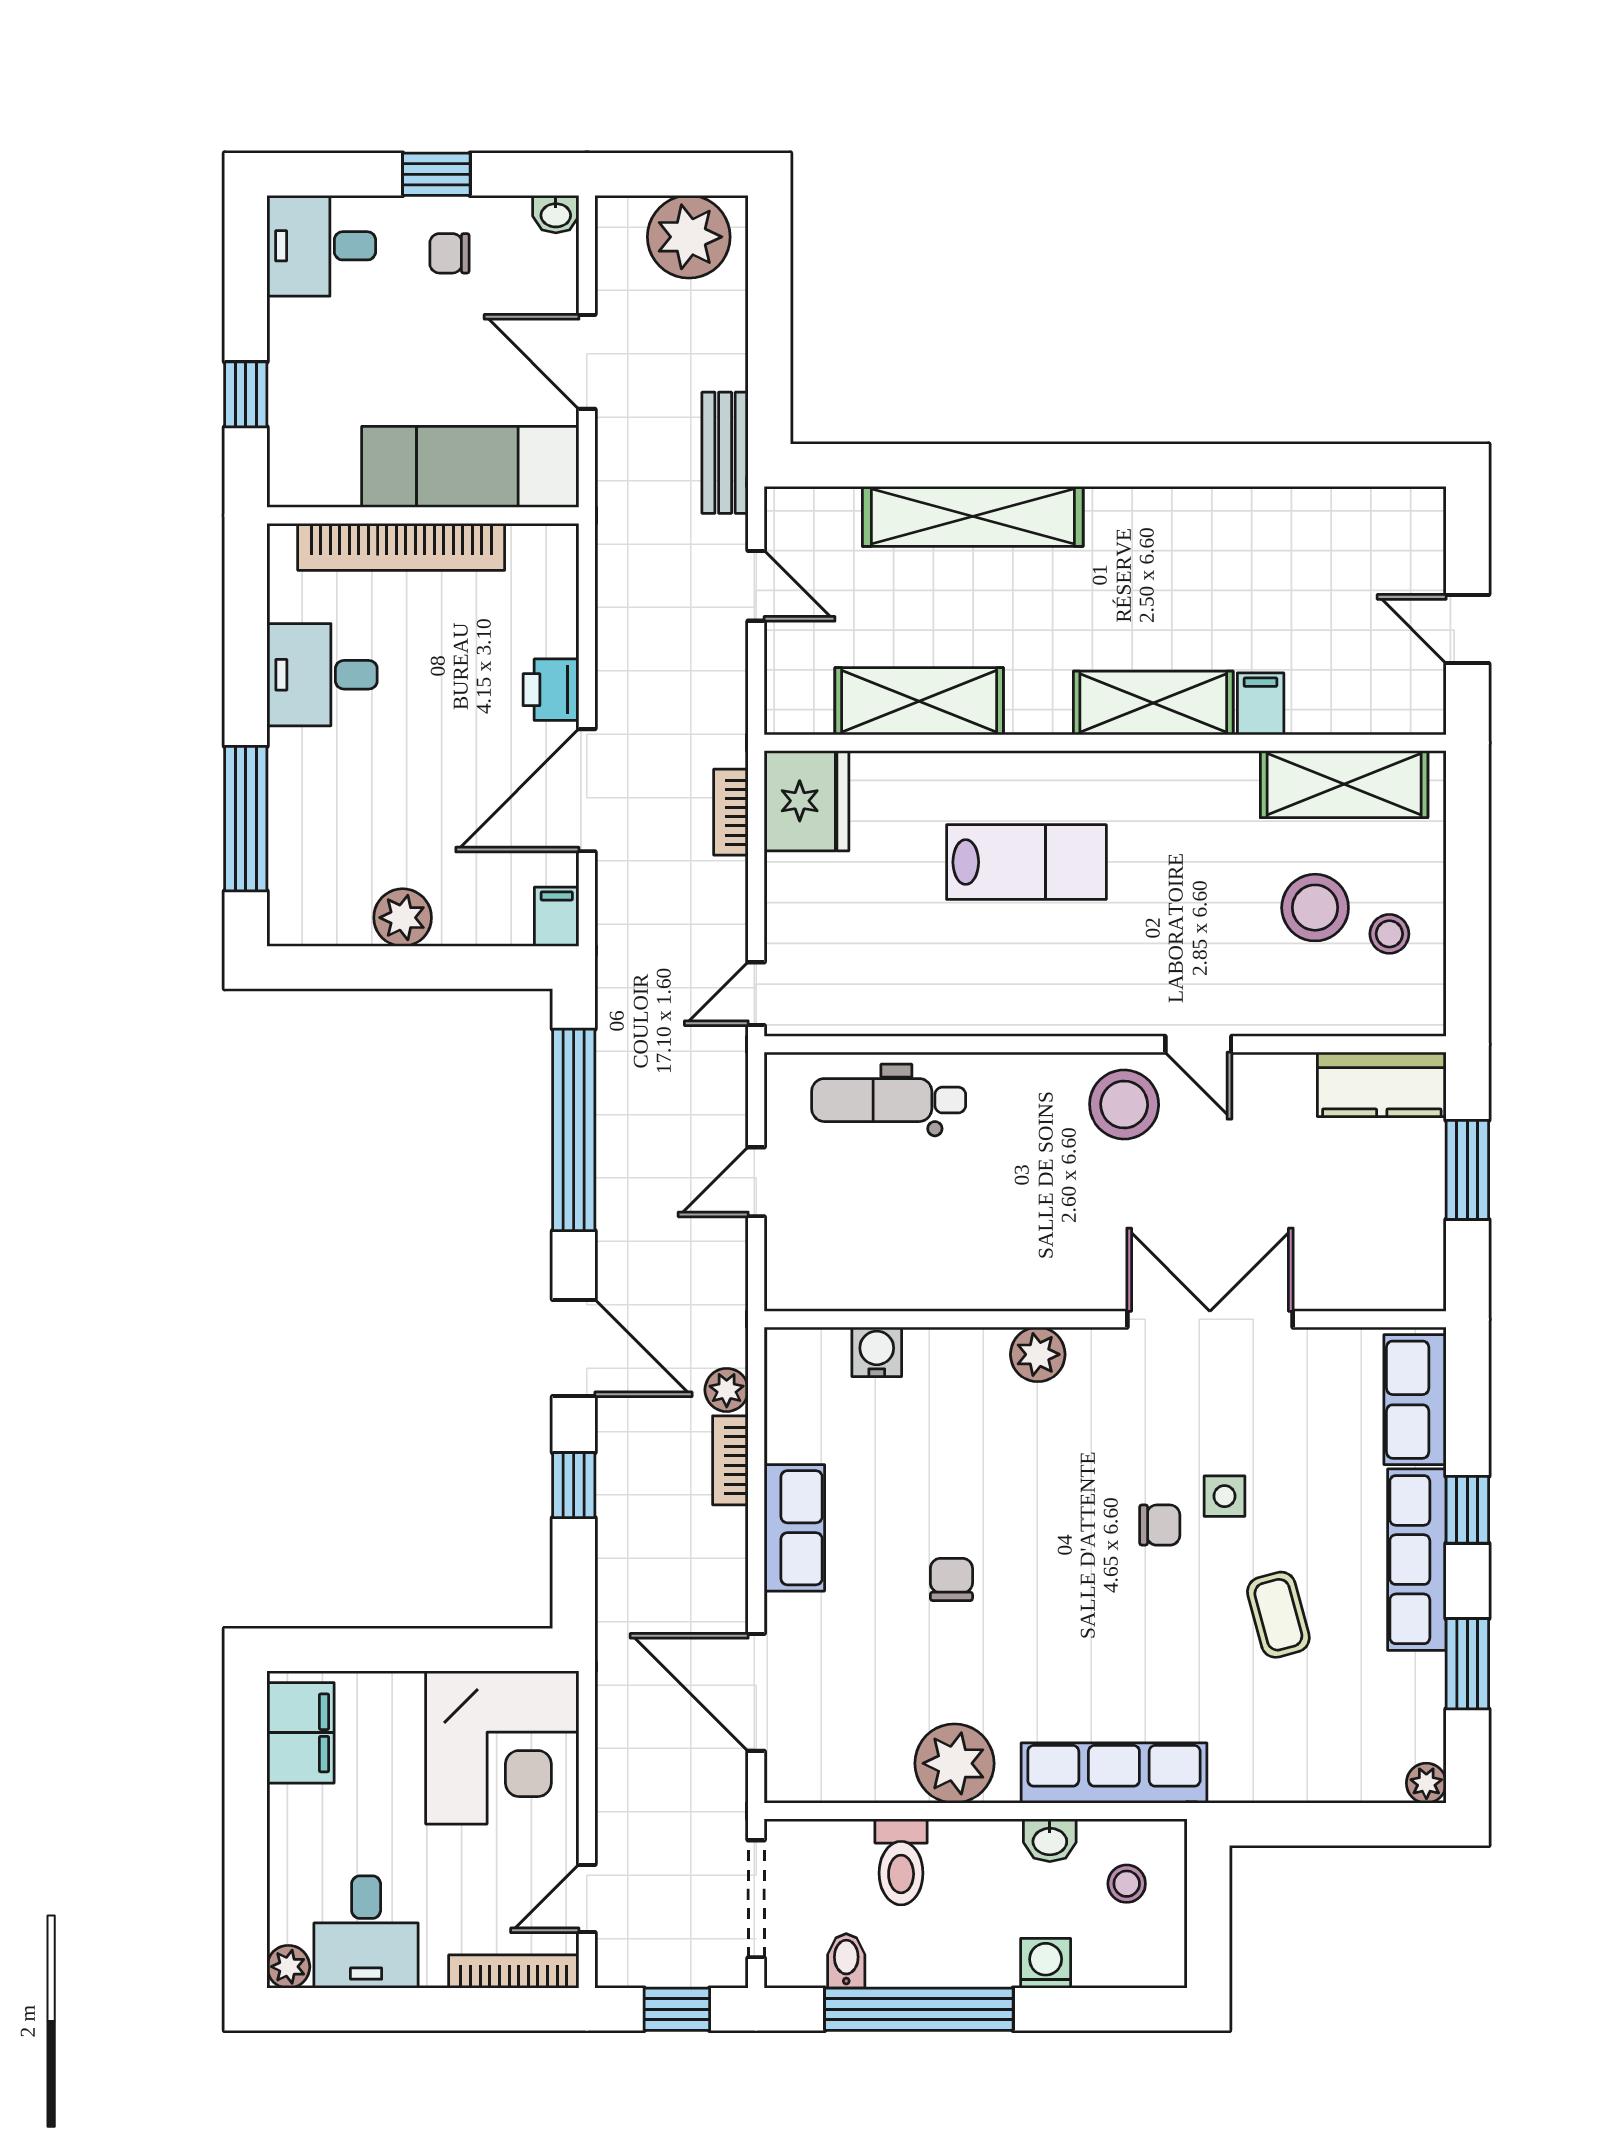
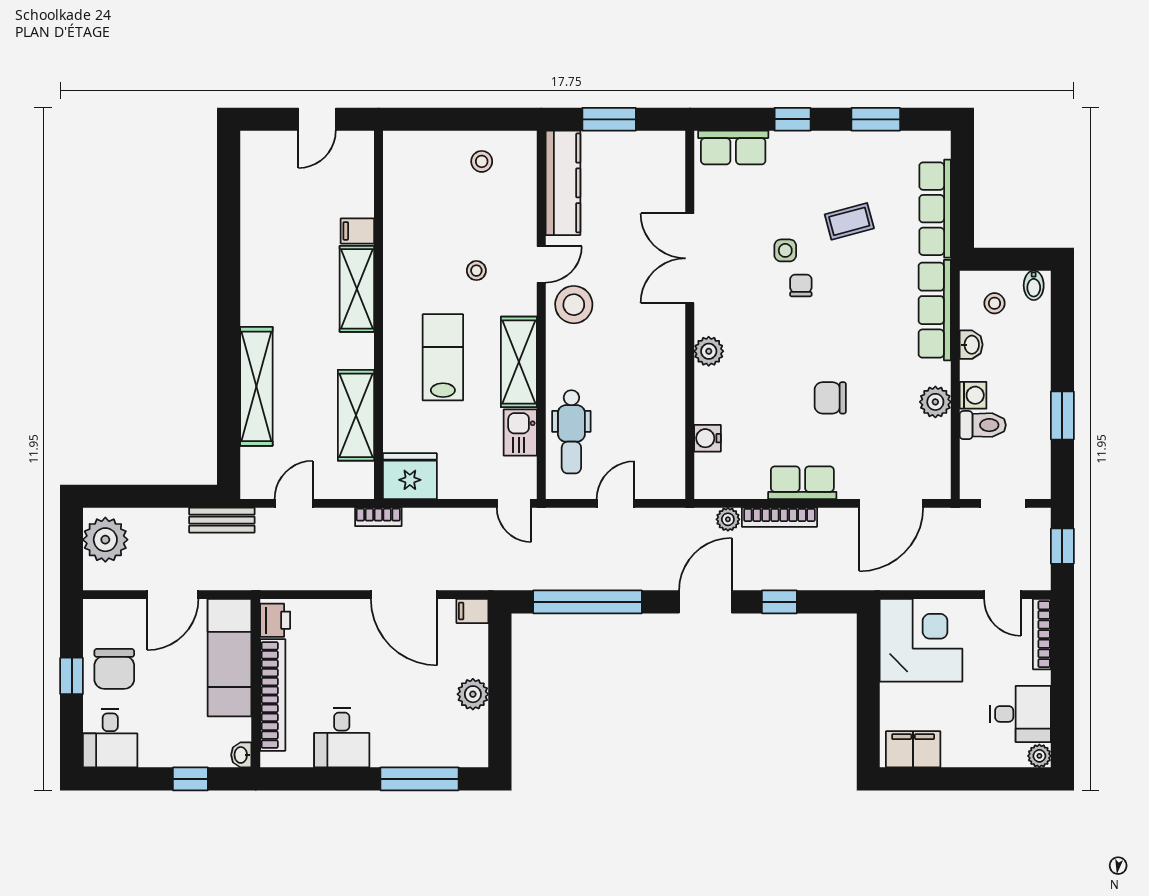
washbasin: (556, 214) -> (241, 755), moved, turned 180
chair: (450, 253) -> (114, 669), width x1.87, depth x1.87
printer: (551, 690) -> (275, 620), moved, turned -90
shelving: (1344, 784) -> (519, 362), moved
bookcase: (731, 812) -> (378, 517), moved
stool: (1315, 908) -> (476, 271), moved, width x0.53, depth x0.53
kitchen sink: (887, 1005) -> (520, 432), added
kitchen counter: (1382, 1084) -> (563, 183), width x1.50
door: (756, 1182) -> (616, 503), swing flipped
bookcase: (730, 1460) -> (779, 517), width x1.56
row of seats: (1417, 1560) -> (935, 209), moved, turned 90
chair: (951, 1579) -> (830, 398), width x1.37, depth x1.37
plant: (954, 1763) -> (935, 402), width x0.73, depth x0.73
plant: (1426, 1783) -> (940, 141), removed
doorway: (756, 1899) -> (1003, 503), width x0.73
bidet: (846, 1961) -> (1034, 285), moved, turned -90
washing machine: (1046, 1963) -> (973, 395), moved, turned 180
window: (919, 2009) -> (1062, 415), width x0.47

